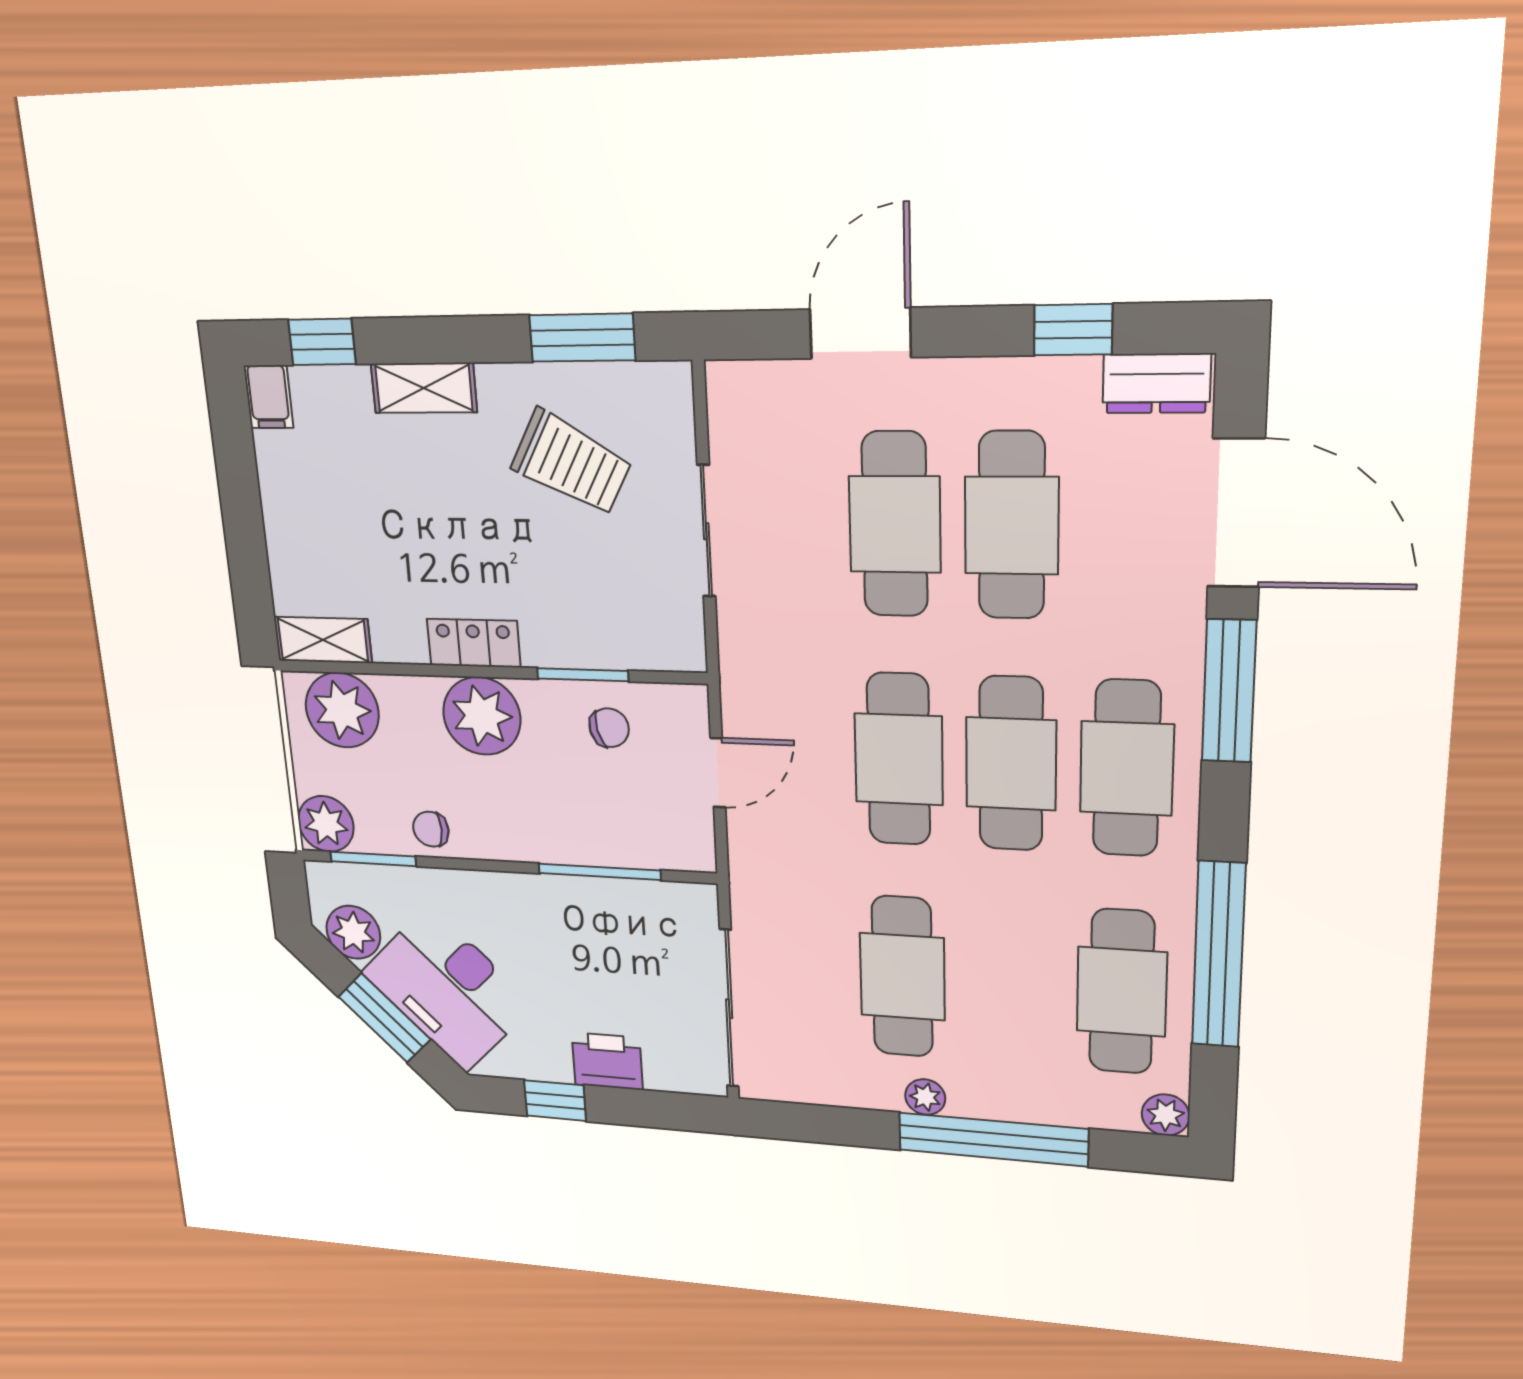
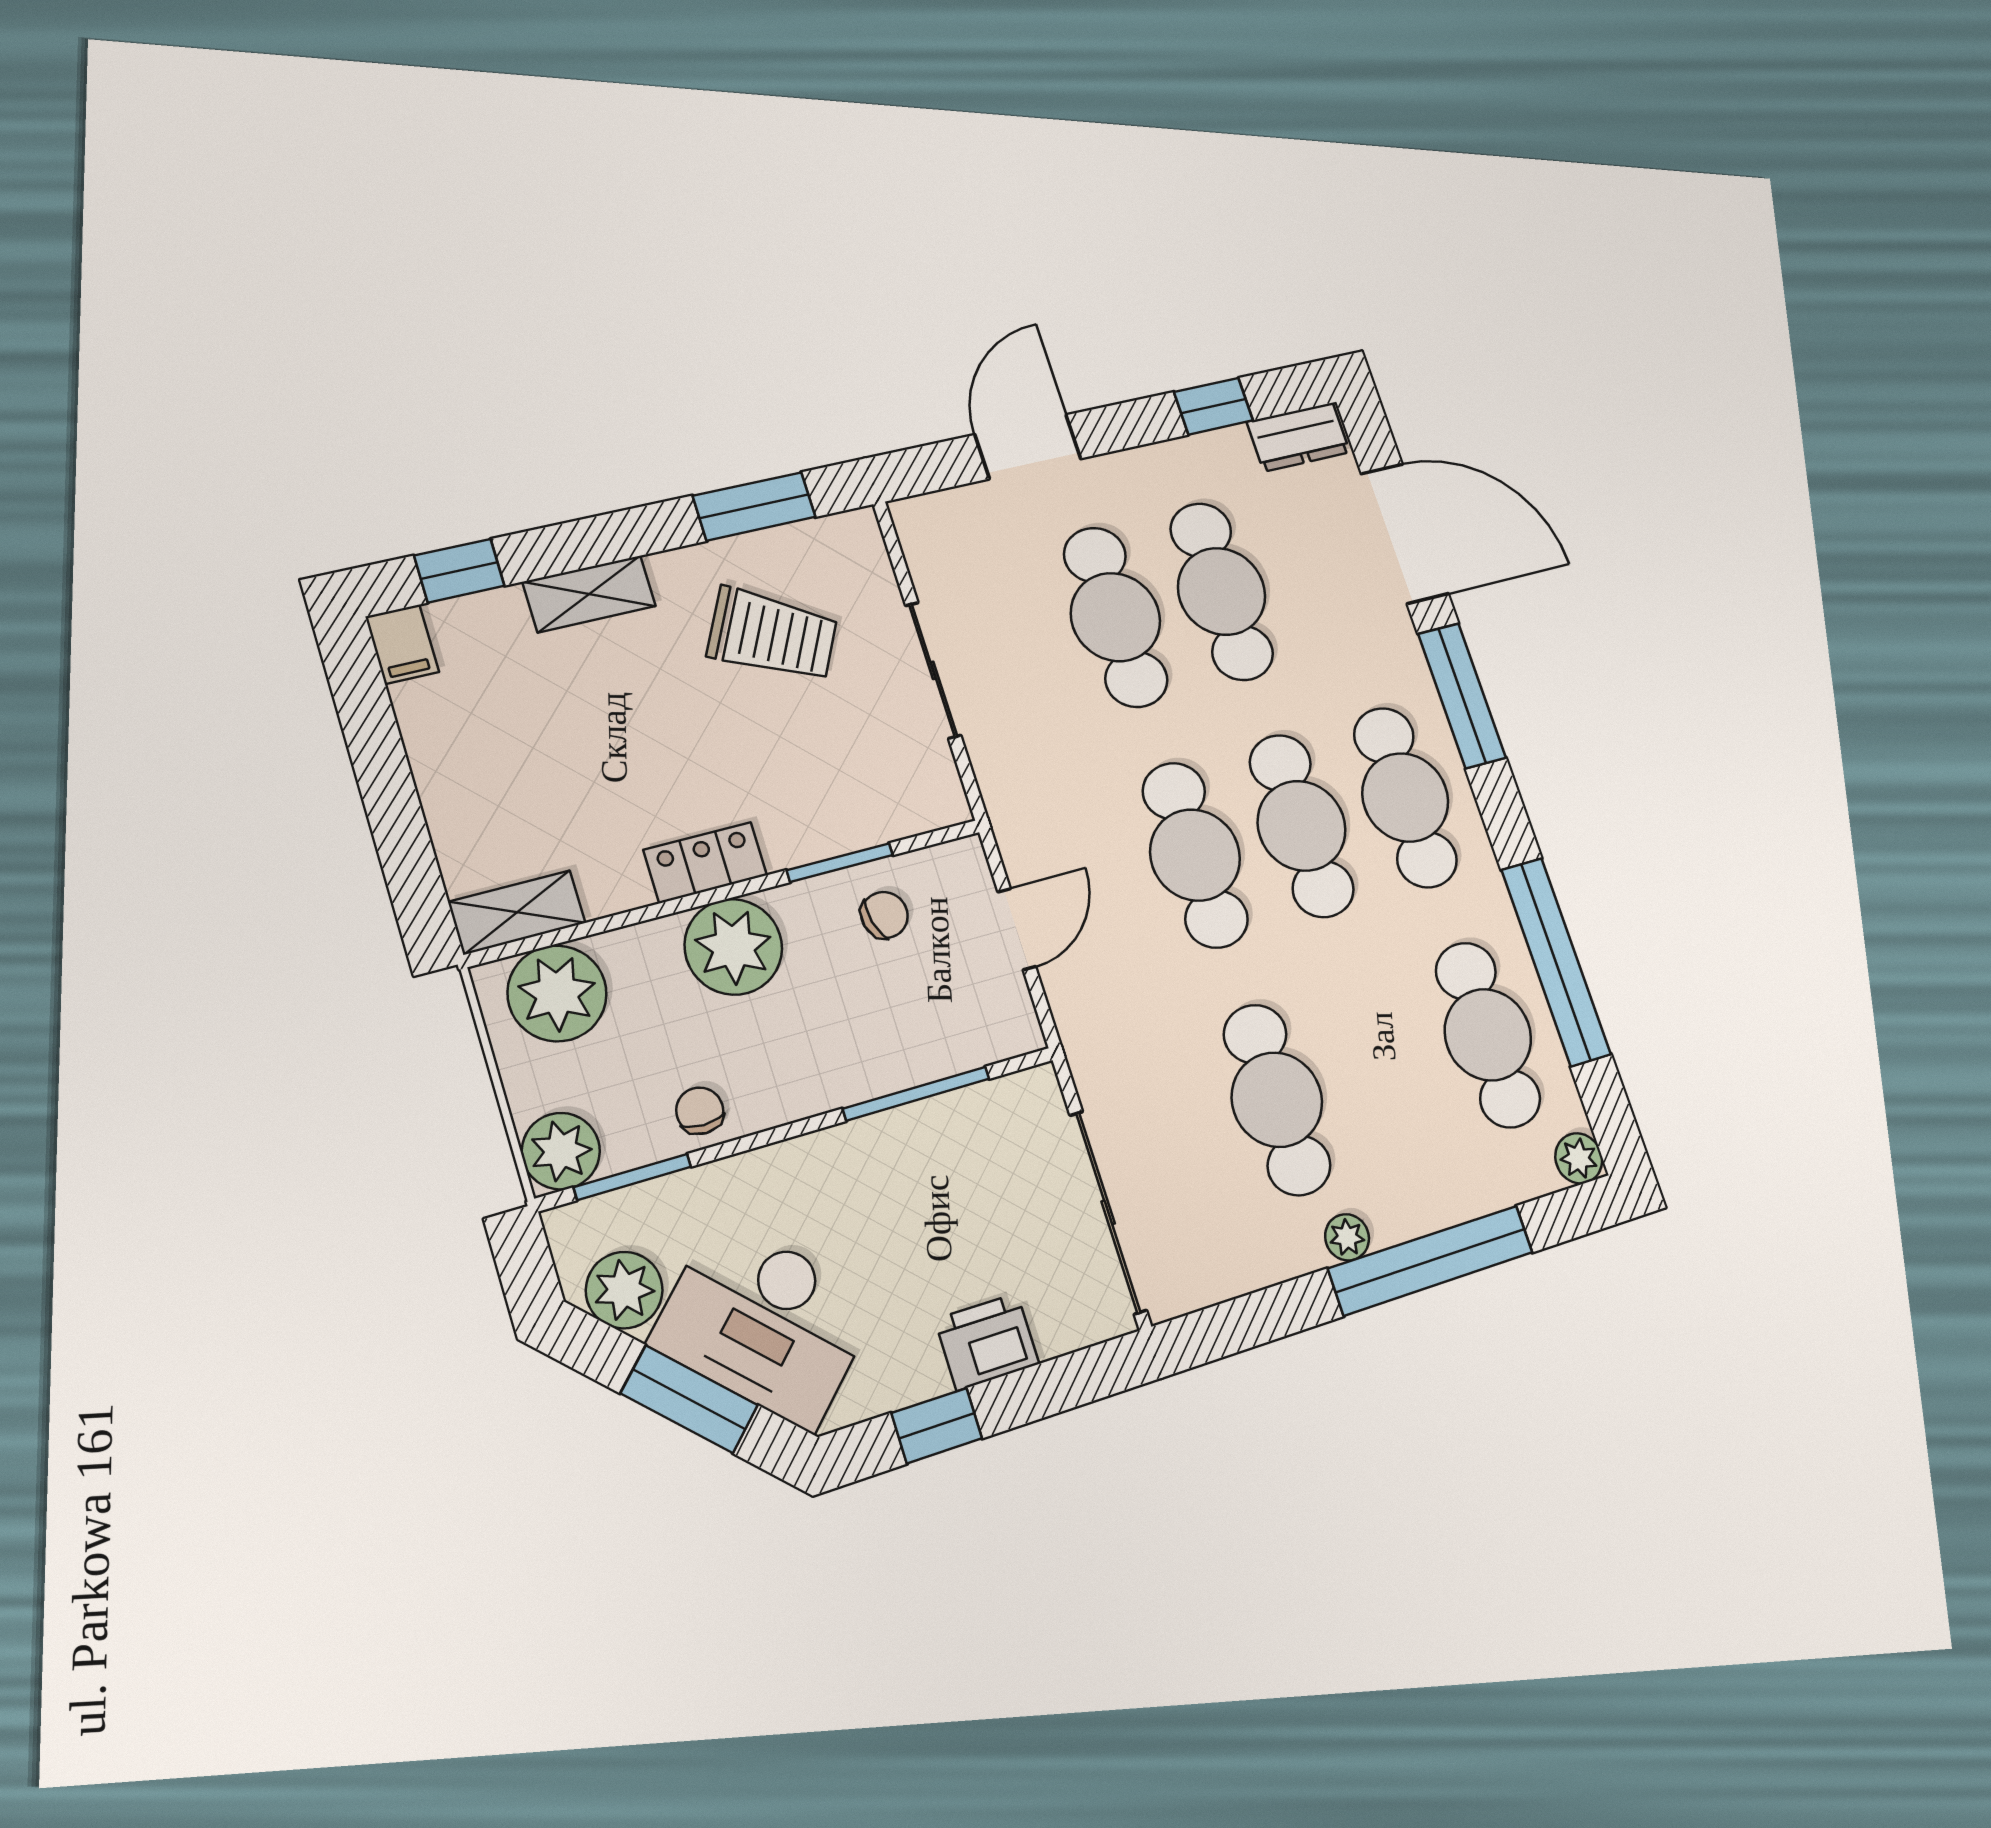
chair: (431, 829) -> (700, 1111), turned 90

